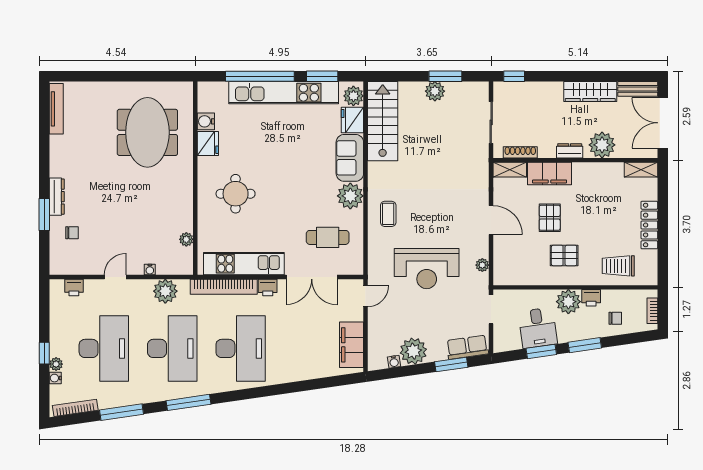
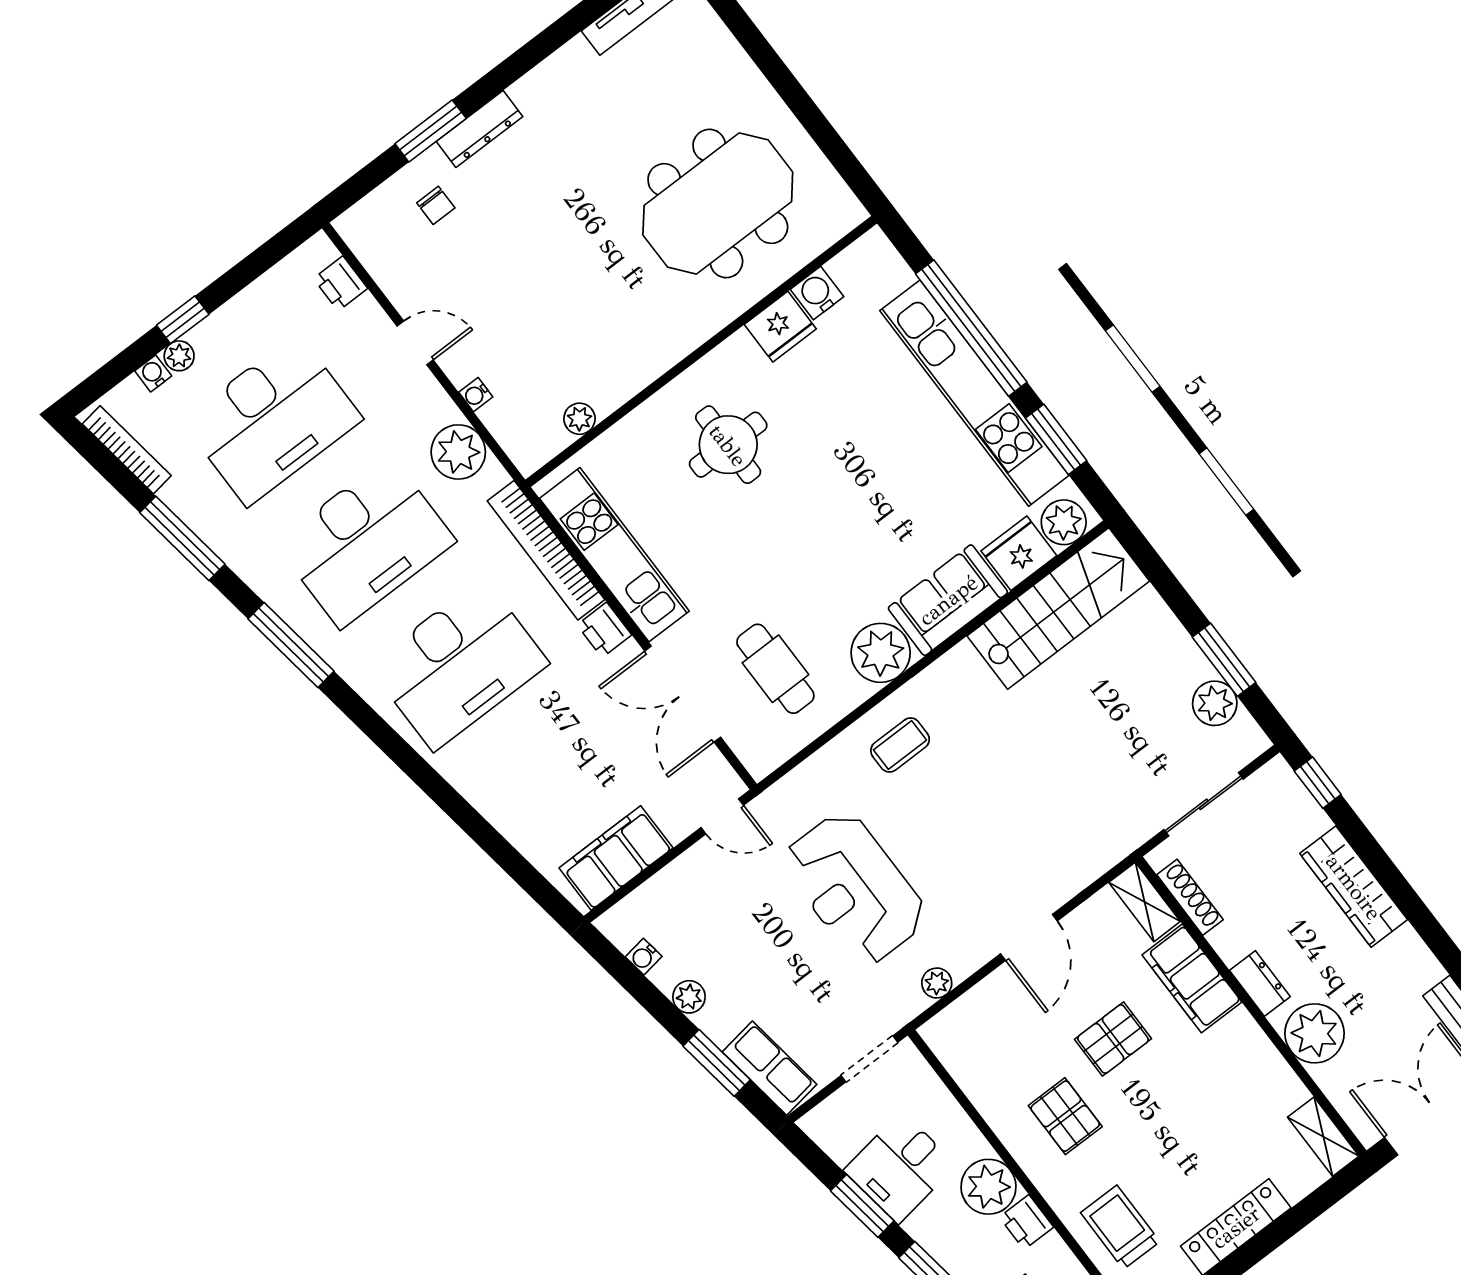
plant: (435, 91) -> (1215, 703), moved
wardrobe: (590, 92) -> (1354, 887), moved
plant: (413, 351) -> (689, 997), width x0.53, depth x0.53

